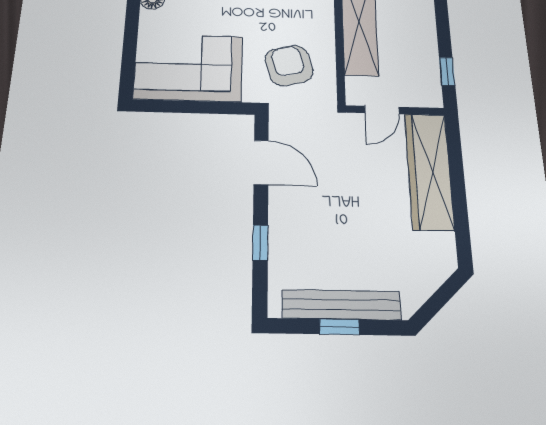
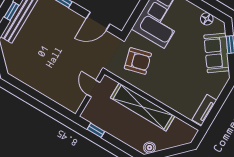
wardrobe: (429, 171) -> (54, 90), removed

